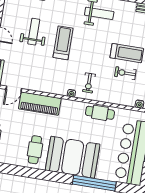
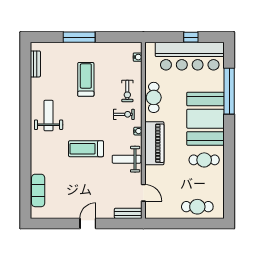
weight bench: (34, 32) -> (127, 159), moved
exercise bike: (125, 73) -> (127, 91), moved
piano: (40, 104) -> (154, 143), moved

